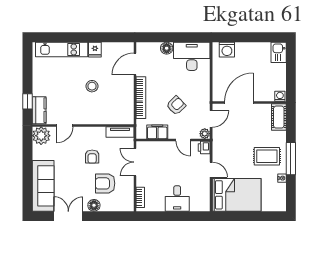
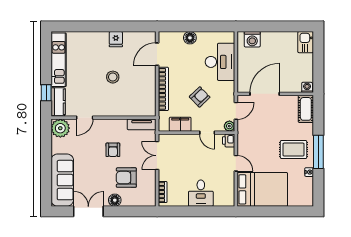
kitchen unit: (62, 49) -> (59, 60), moved, turned -90
desk: (192, 56) -> (220, 62), moved, turned 90

